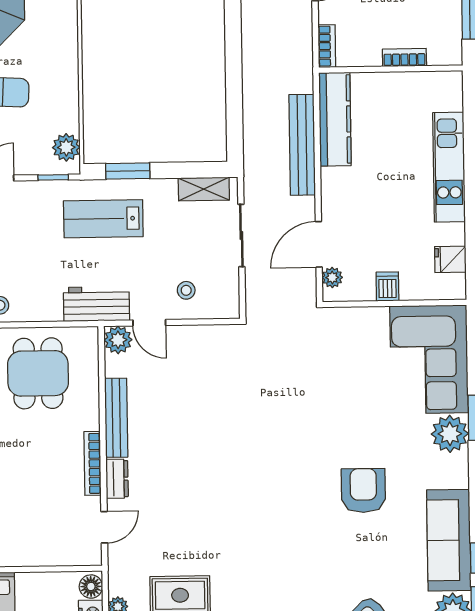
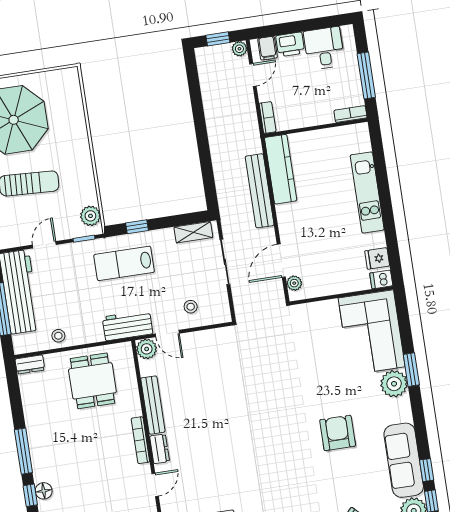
bookcase: (404, 57) -> (350, 114), moved
window: (128, 171) -> (137, 227), width x0.67
dishwasher: (387, 286) -> (381, 279), moved, turned -90

